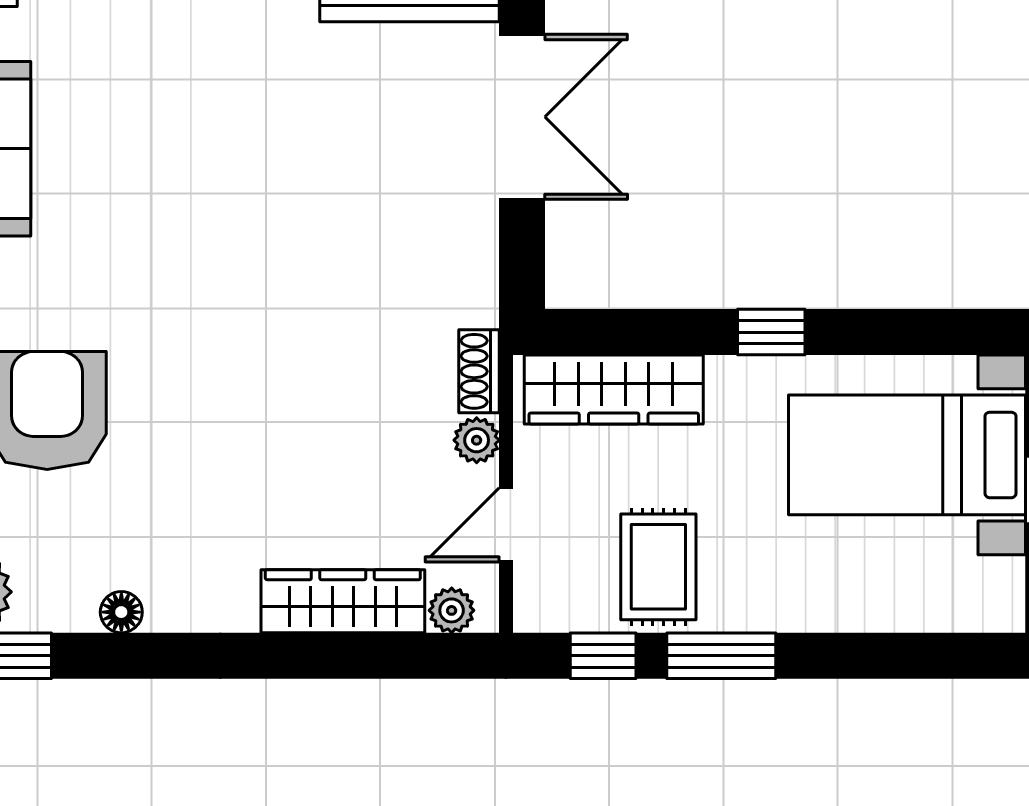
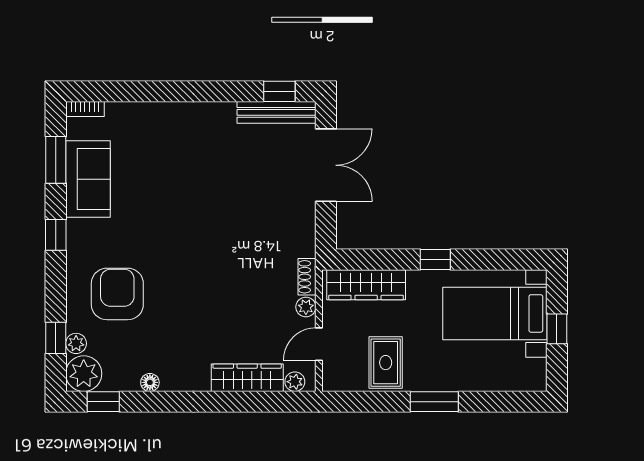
window: (603, 656) -> (361, 402), removed
window: (721, 656) -> (434, 402), moved

